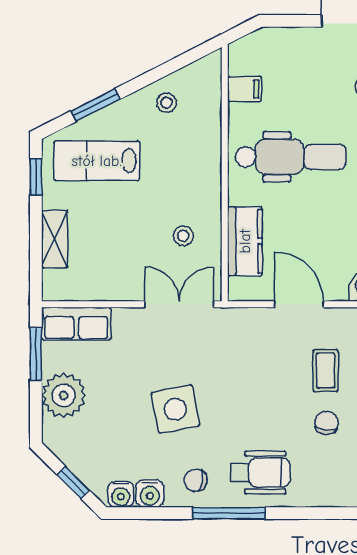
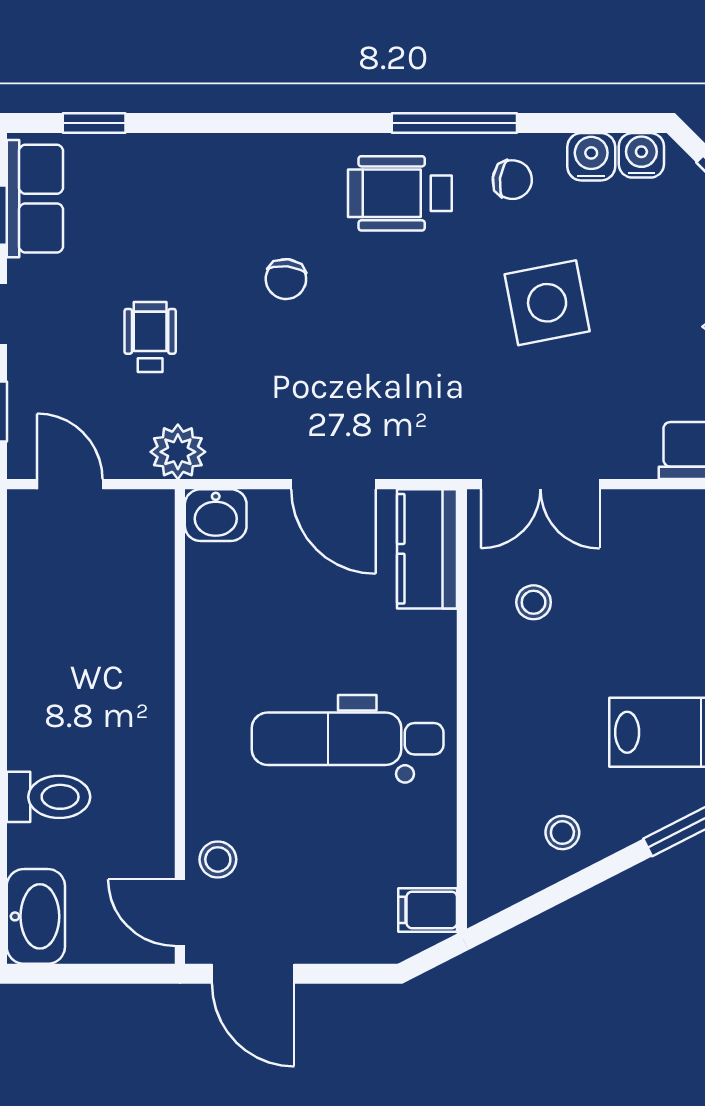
filing cabinet: (244, 89) -> (428, 910), moved
kitchen counter: (245, 241) -> (427, 549), moved
coffee table: (326, 371) -> (287, 369), removed

